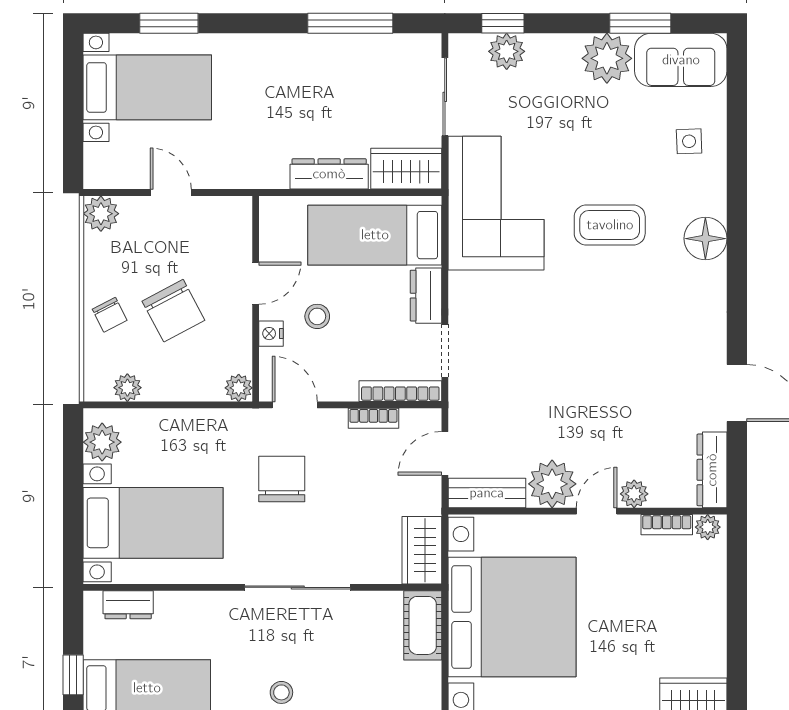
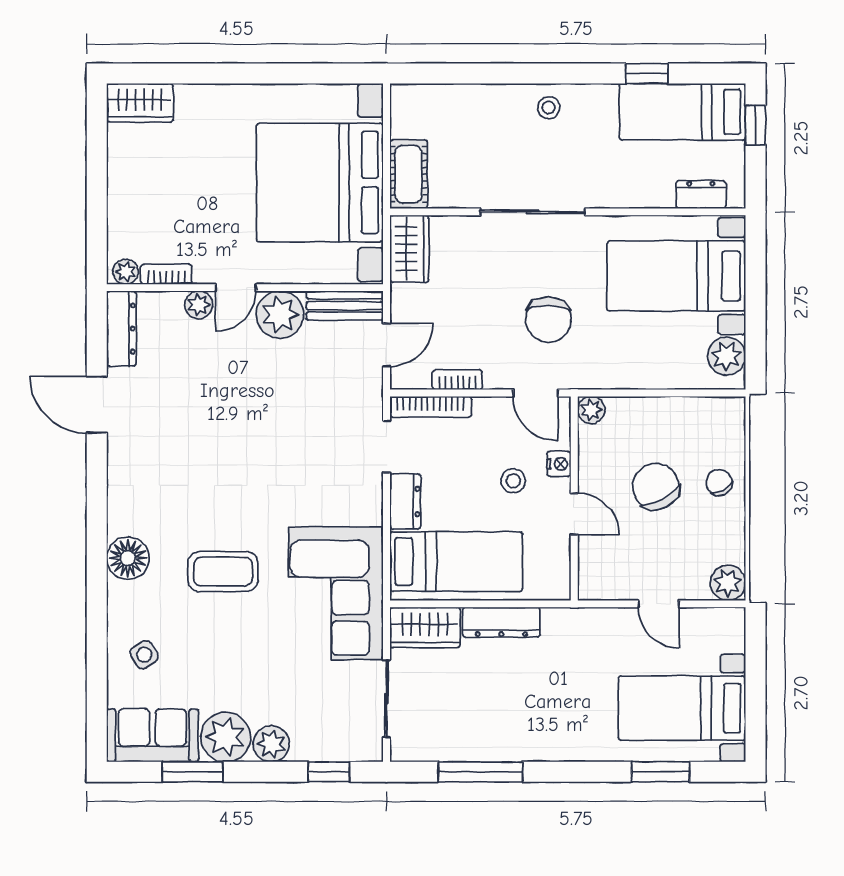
plant: (507, 51) -> (271, 744), moved
side table: (689, 141) -> (144, 655), turned -30
door: (256, 283) -> (574, 514), swing flipped
plant: (127, 388) -> (701, 410), removed

